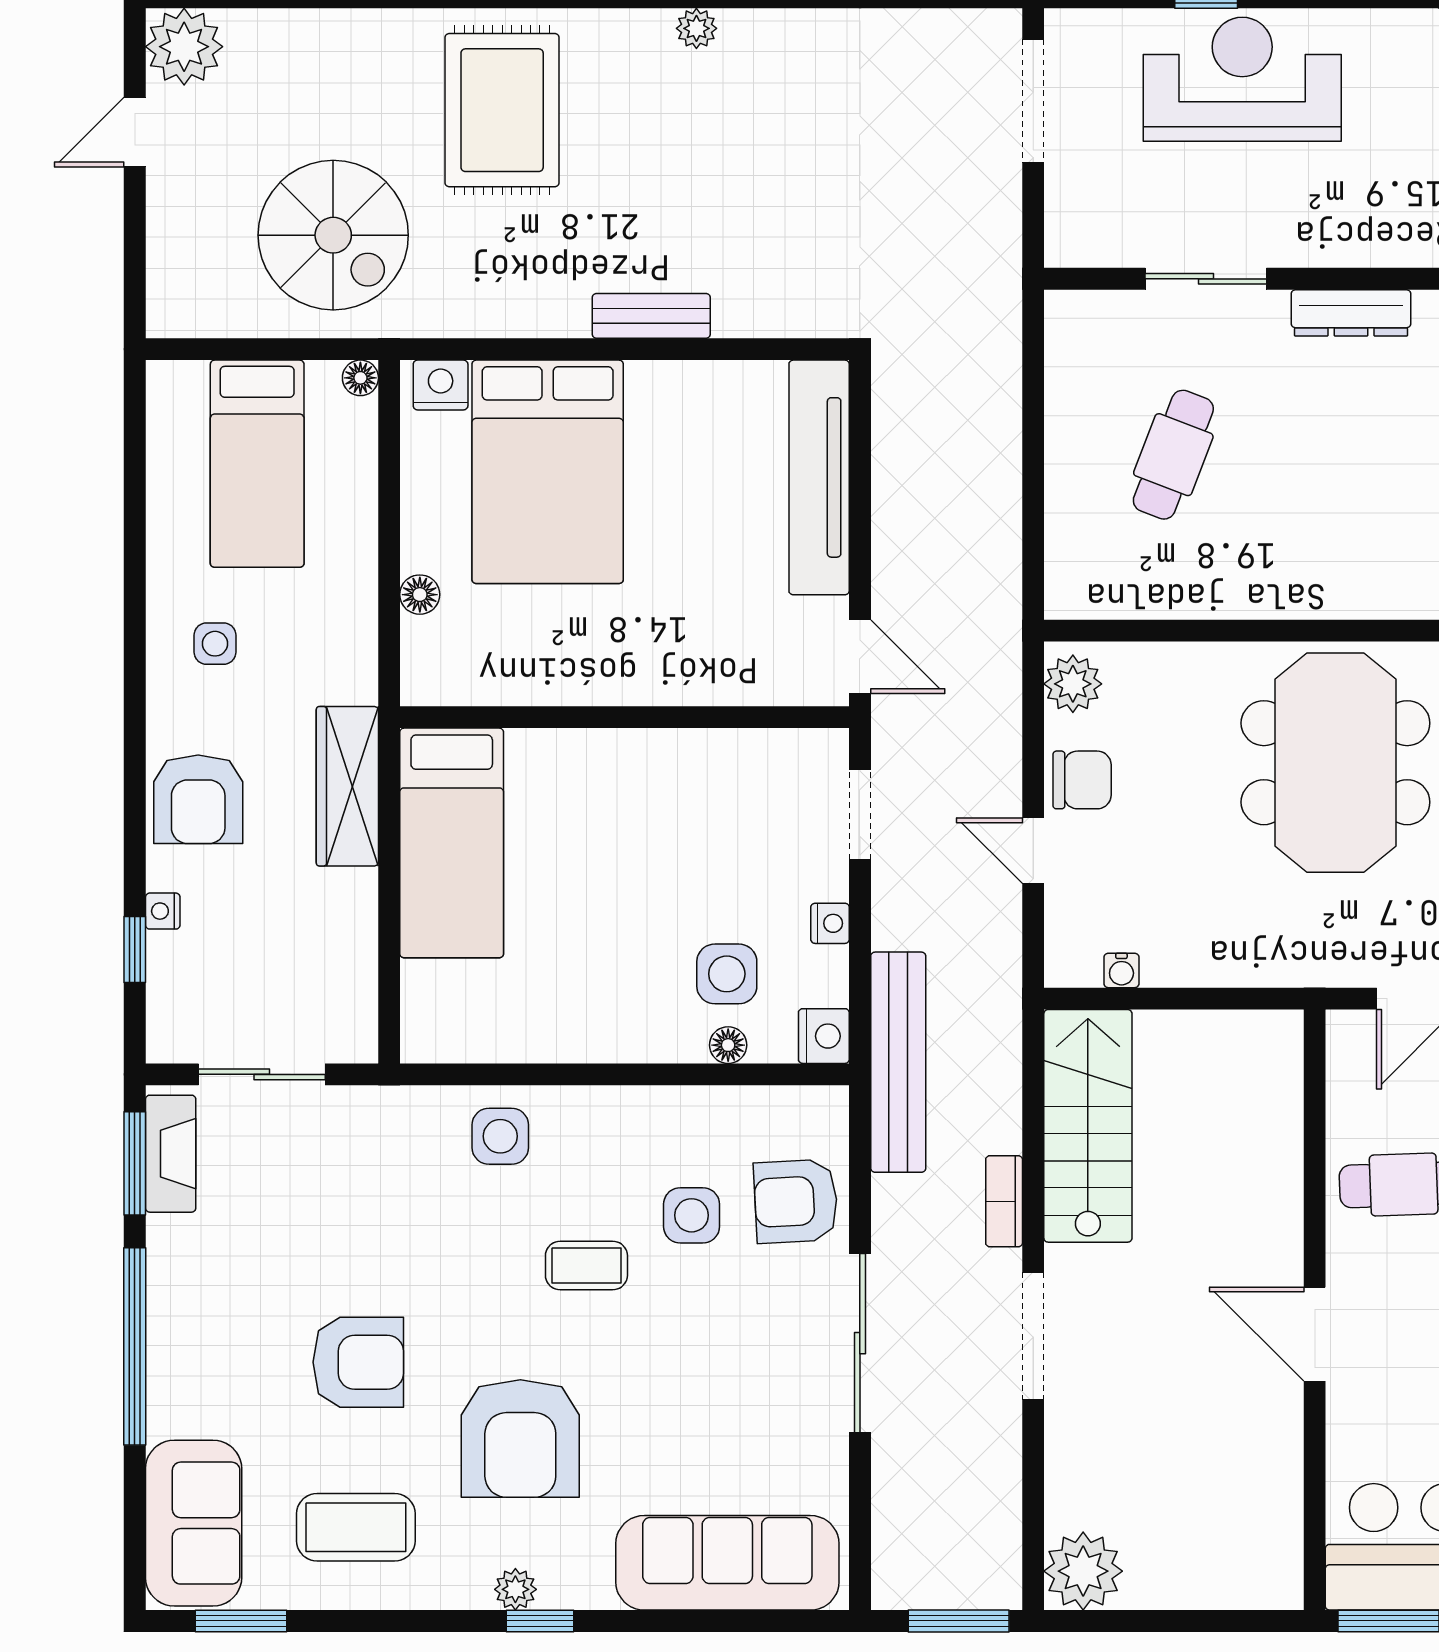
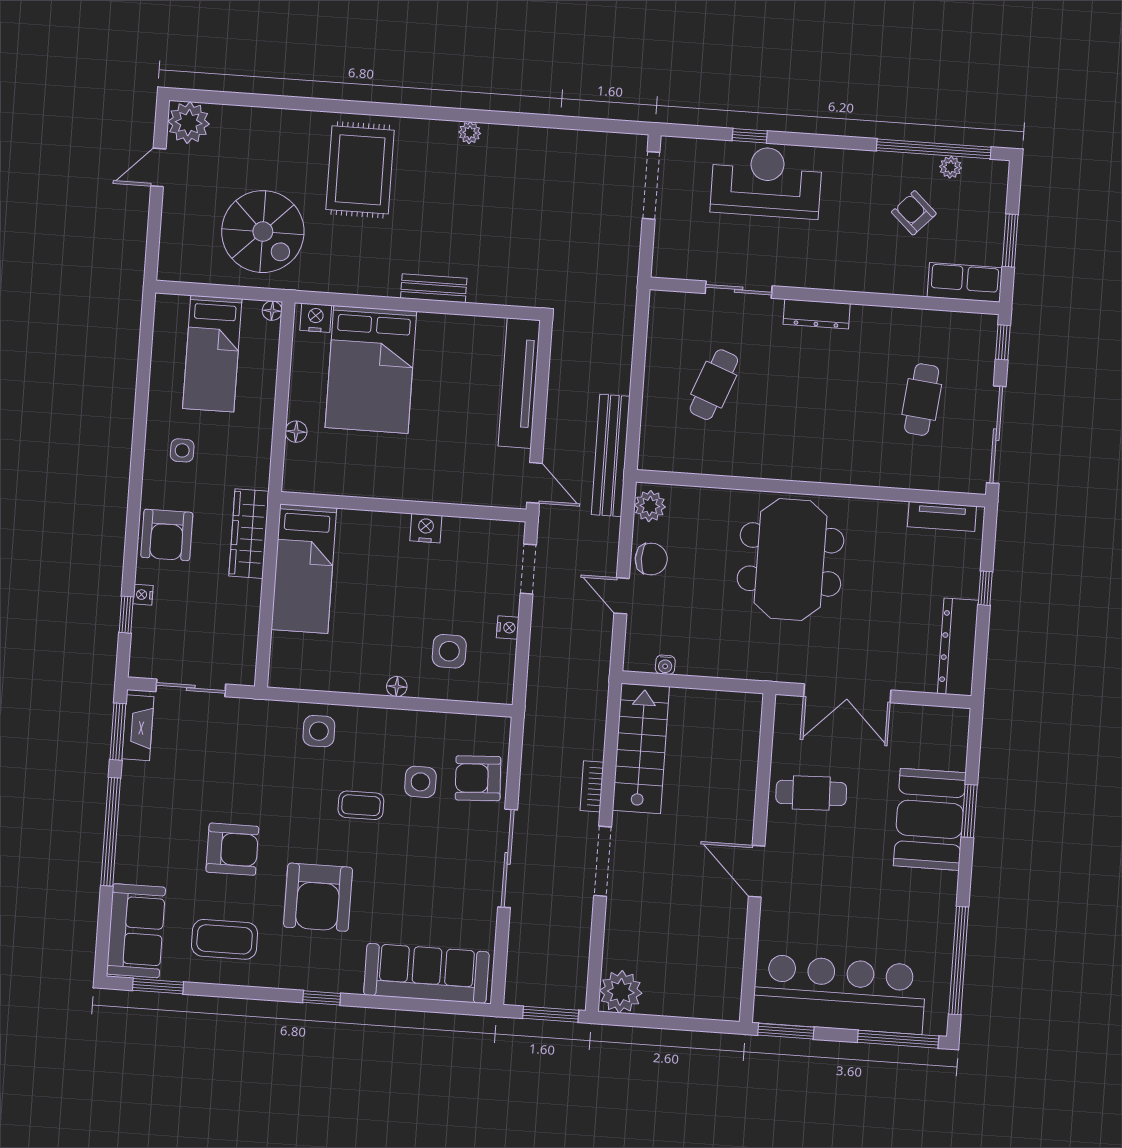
nightstand: (824, 1036) -> (426, 528), moved, turned -90
floor lamp: (728, 1045) -> (397, 687), moved
bench: (898, 1062) -> (611, 455), moved
plant: (515, 1589) -> (309, 980), removed

